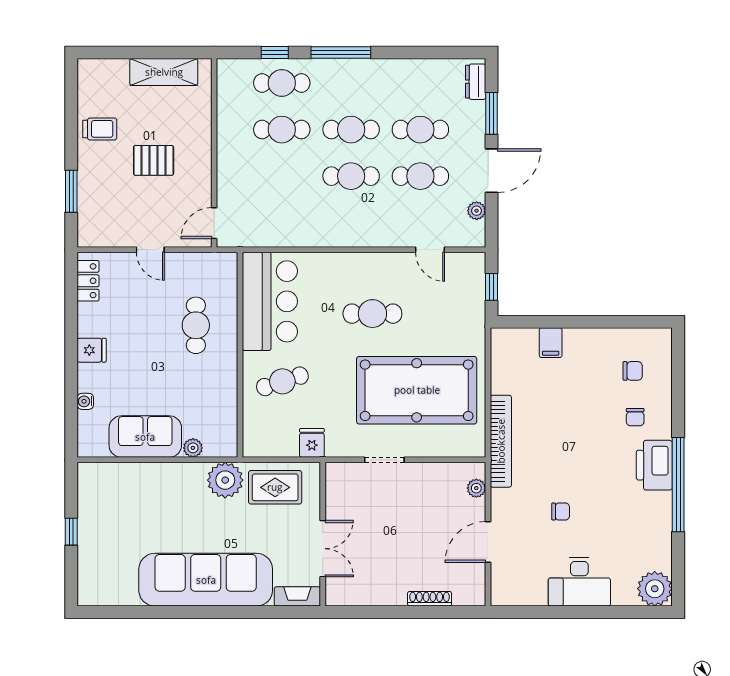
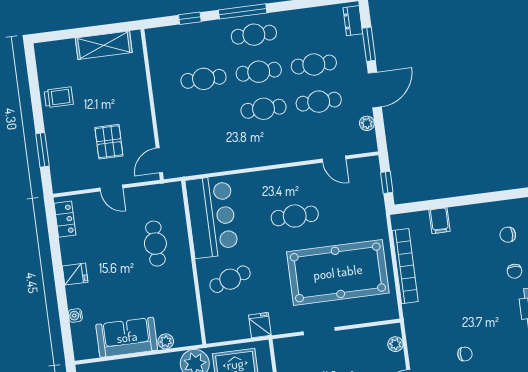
cafe table: (282, 83) -> (254, 35), moved
pallet: (154, 160) -> (109, 142), moved, turned 90
chair: (633, 371) -> (508, 235), turned 180
bookcase: (501, 441) -> (405, 266), moved

